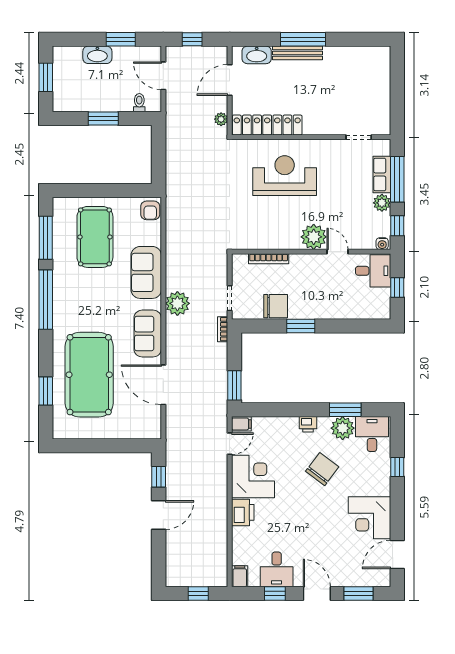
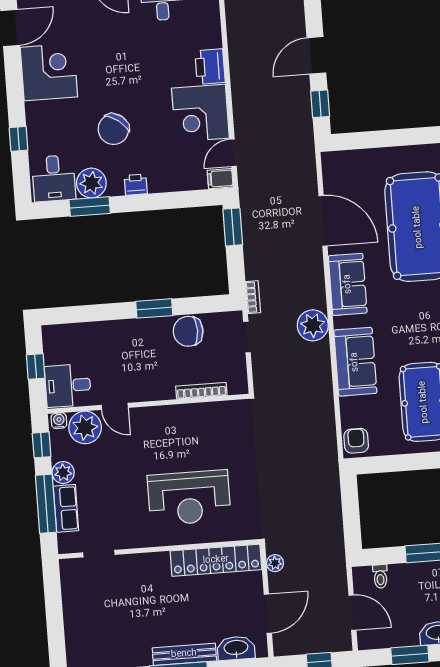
plant: (314, 237) -> (85, 427), moved

